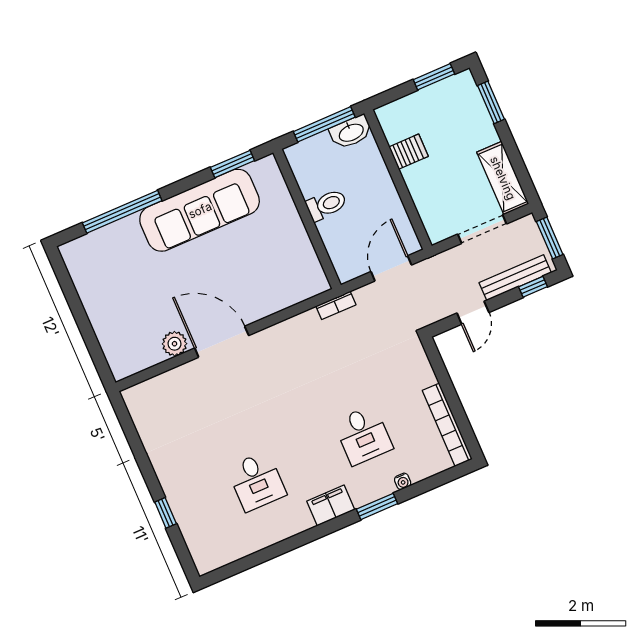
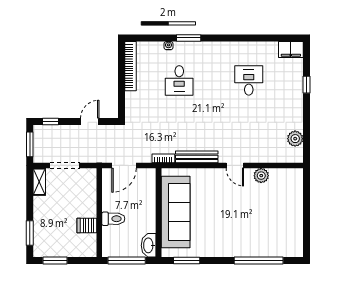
washbasin: (351, 132) -> (149, 245), moved, turned -90
shelving: (503, 178) -> (39, 182), width x0.67, depth x0.75
toilet: (326, 205) -> (113, 219), moved, turned 180
sofa: (200, 210) -> (176, 212), moved, turned 90
bench: (515, 278) -> (197, 157), moved
door: (222, 342) -> (235, 165), width x0.53
plant: (147, 423) -> (295, 139), added
desk: (363, 435) -> (179, 80), turned 180
filing cabinet: (331, 505) -> (291, 49), moved

